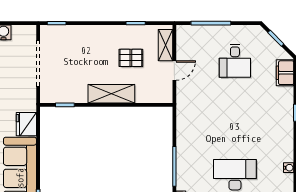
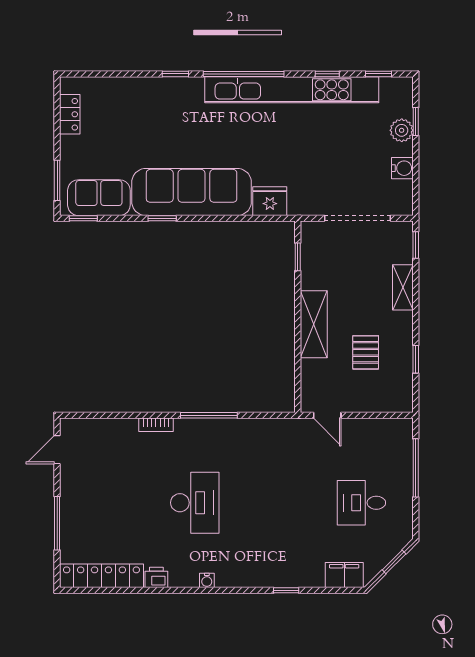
shelving: (165, 45) -> (403, 287), moved, turned 90
door: (174, 70) -> (327, 415), moved

